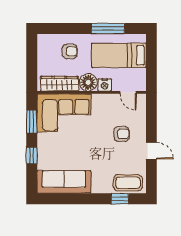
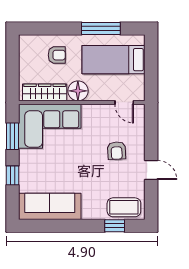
nightstand: (105, 85) -> (97, 94), removed
armchair: (121, 134) -> (117, 151), turned 87

